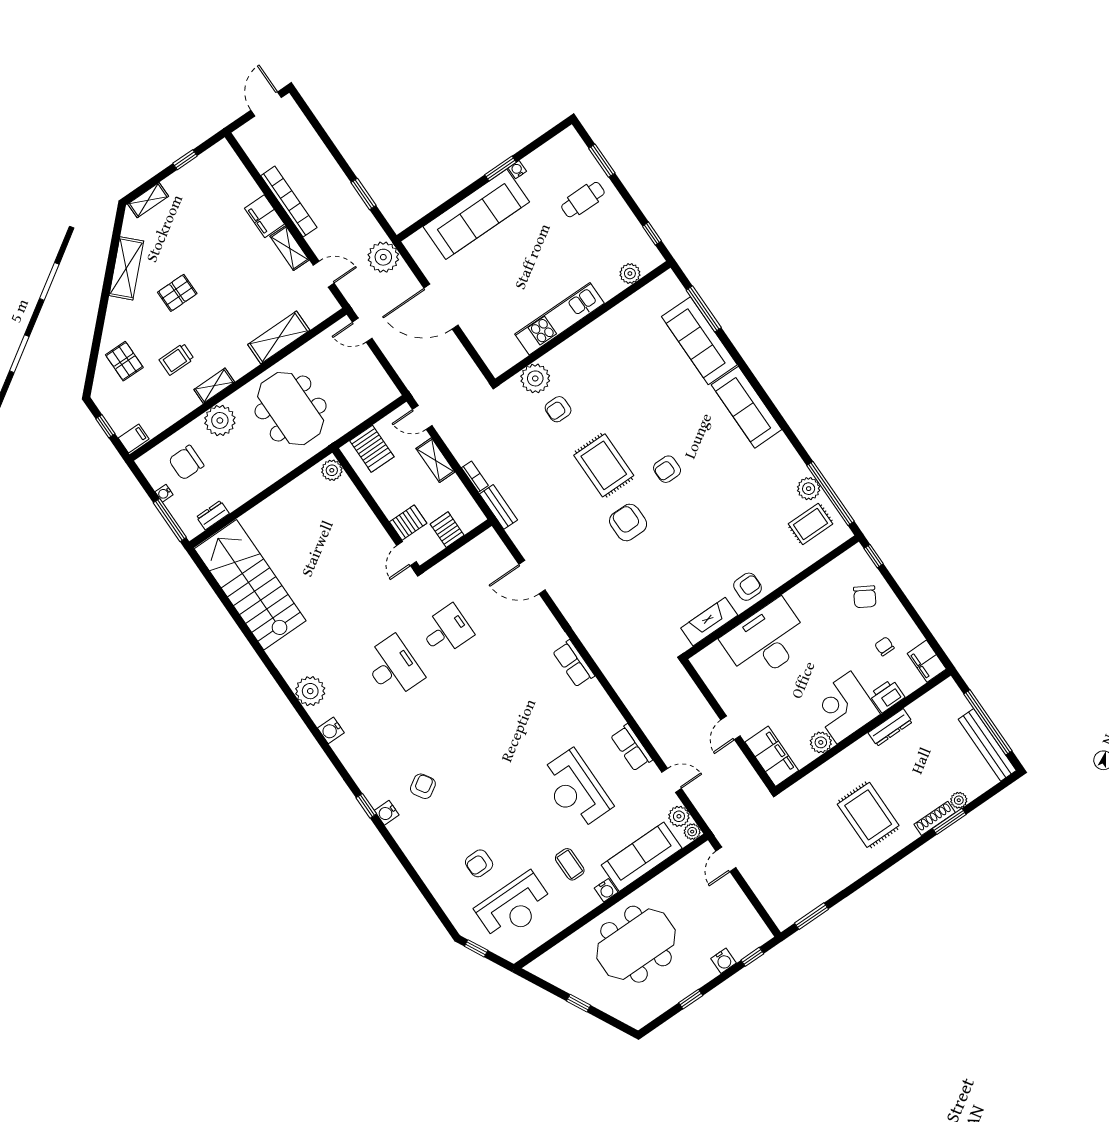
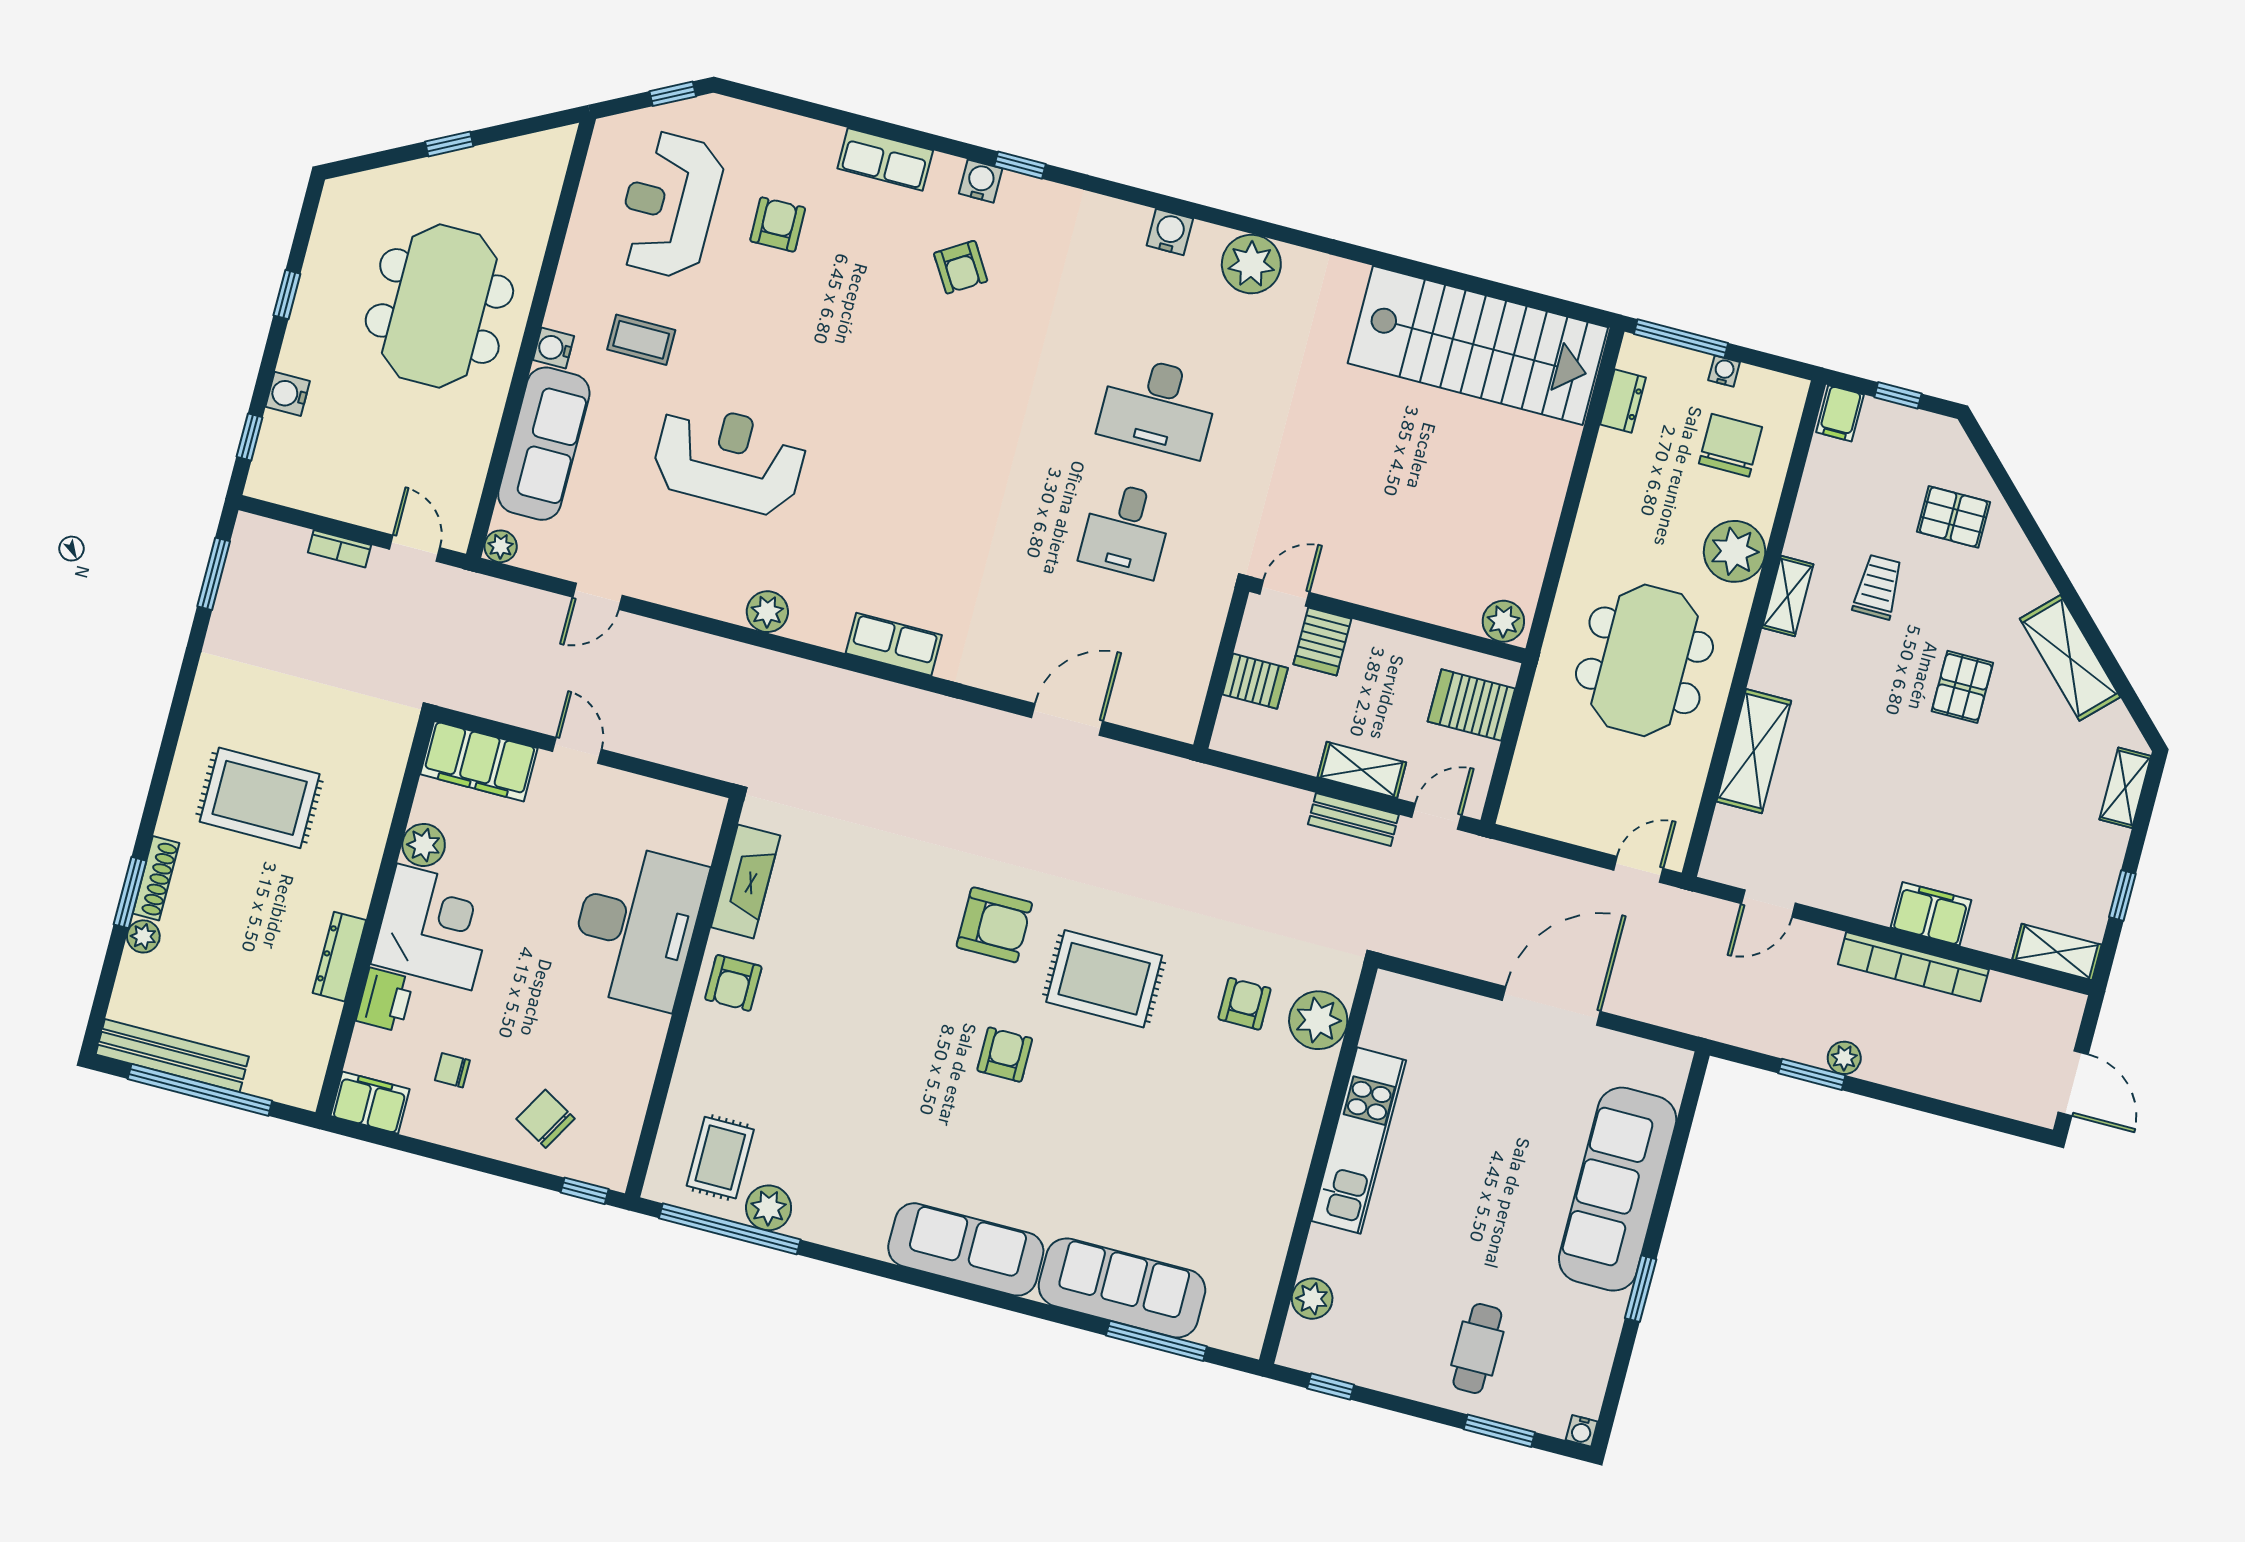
water cooler: (517, 170) -> (1582, 1431), moved, turned 90
shelving: (290, 248) -> (2057, 952), moved
plant: (383, 257) -> (1844, 1058), moved, width x0.53, depth x0.53
meeting table: (291, 409) -> (1644, 660), turned 90
bookcase: (475, 477) -> (339, 549), moved
bench: (498, 507) -> (1353, 819), moved
door: (407, 554) -> (1285, 593), hinge flipped
chair: (884, 646) -> (452, 1070), turned 180
row of seats: (631, 748) -> (885, 159), moved, turned 180
plant: (679, 816) -> (767, 612), moved

